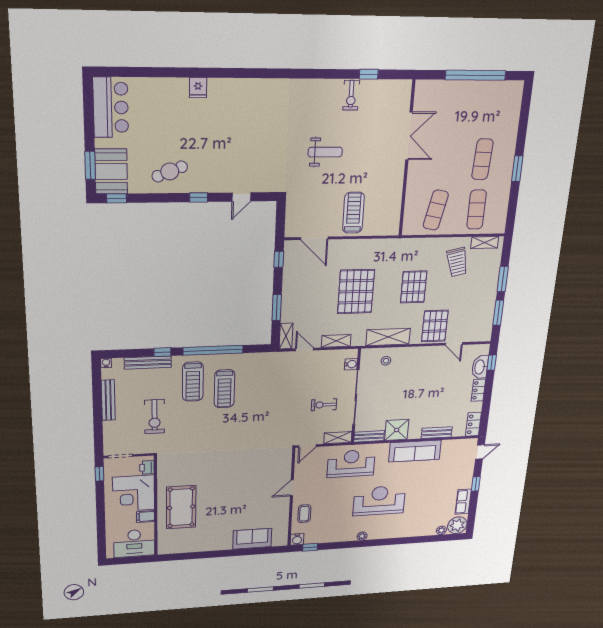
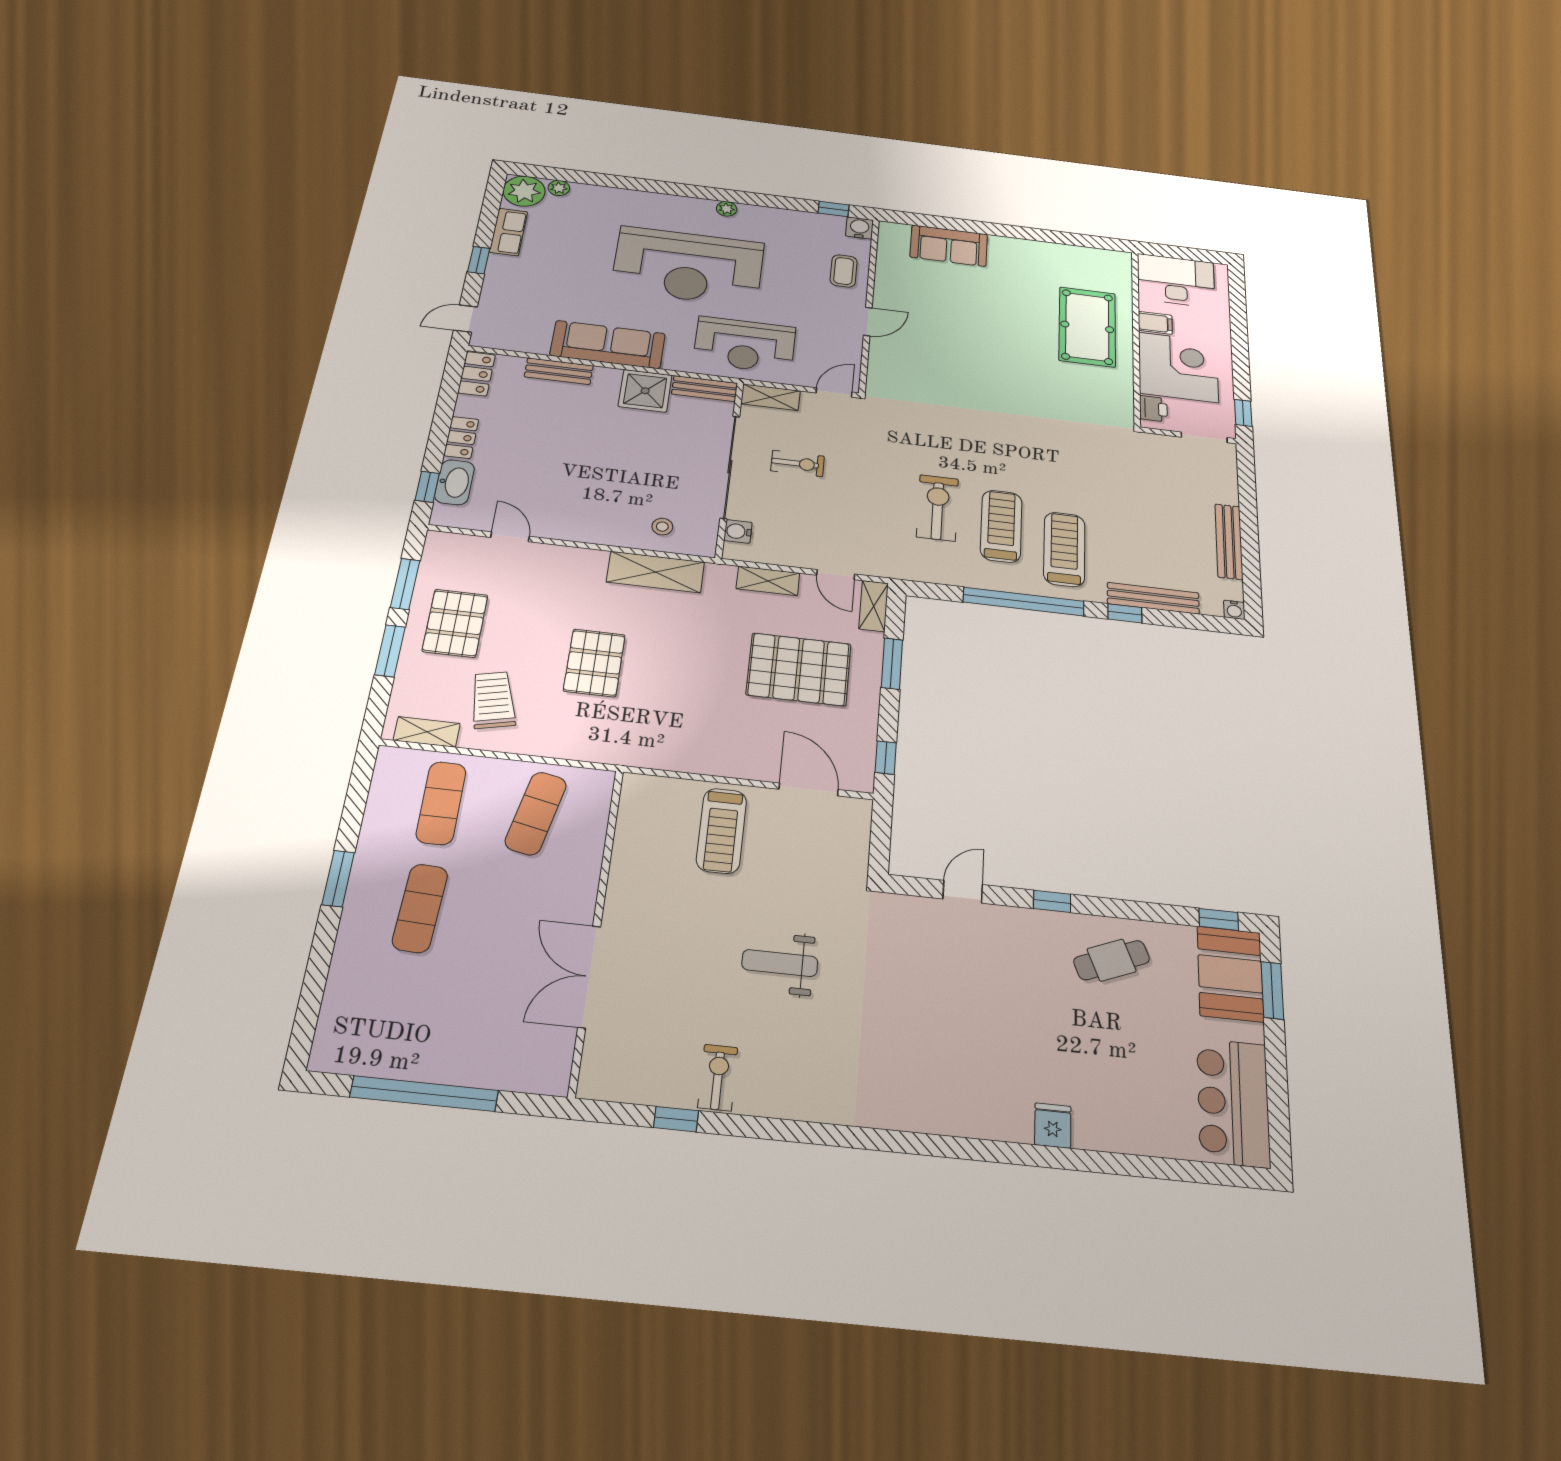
pallet: (356, 292) -> (799, 669), moved, turned 90
pallet: (435, 326) -> (455, 623), moved
exercise bike: (154, 417) -> (937, 508), moved
reception desk: (379, 501) -> (688, 266), width x1.36, depth x1.30

